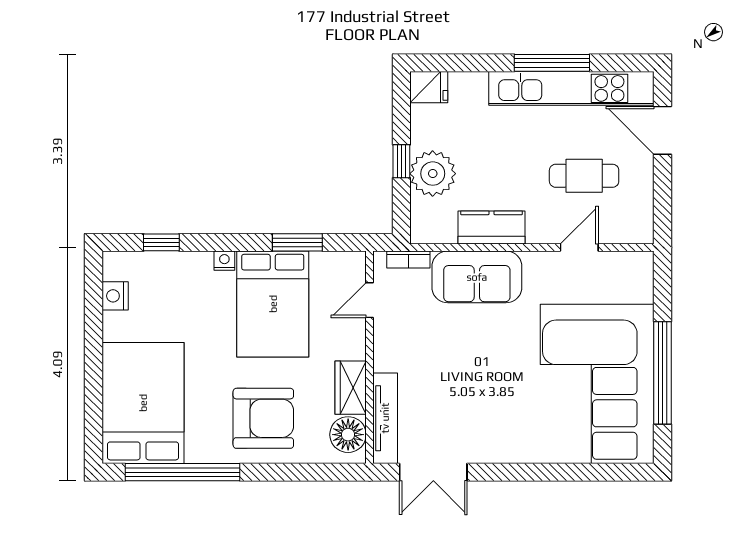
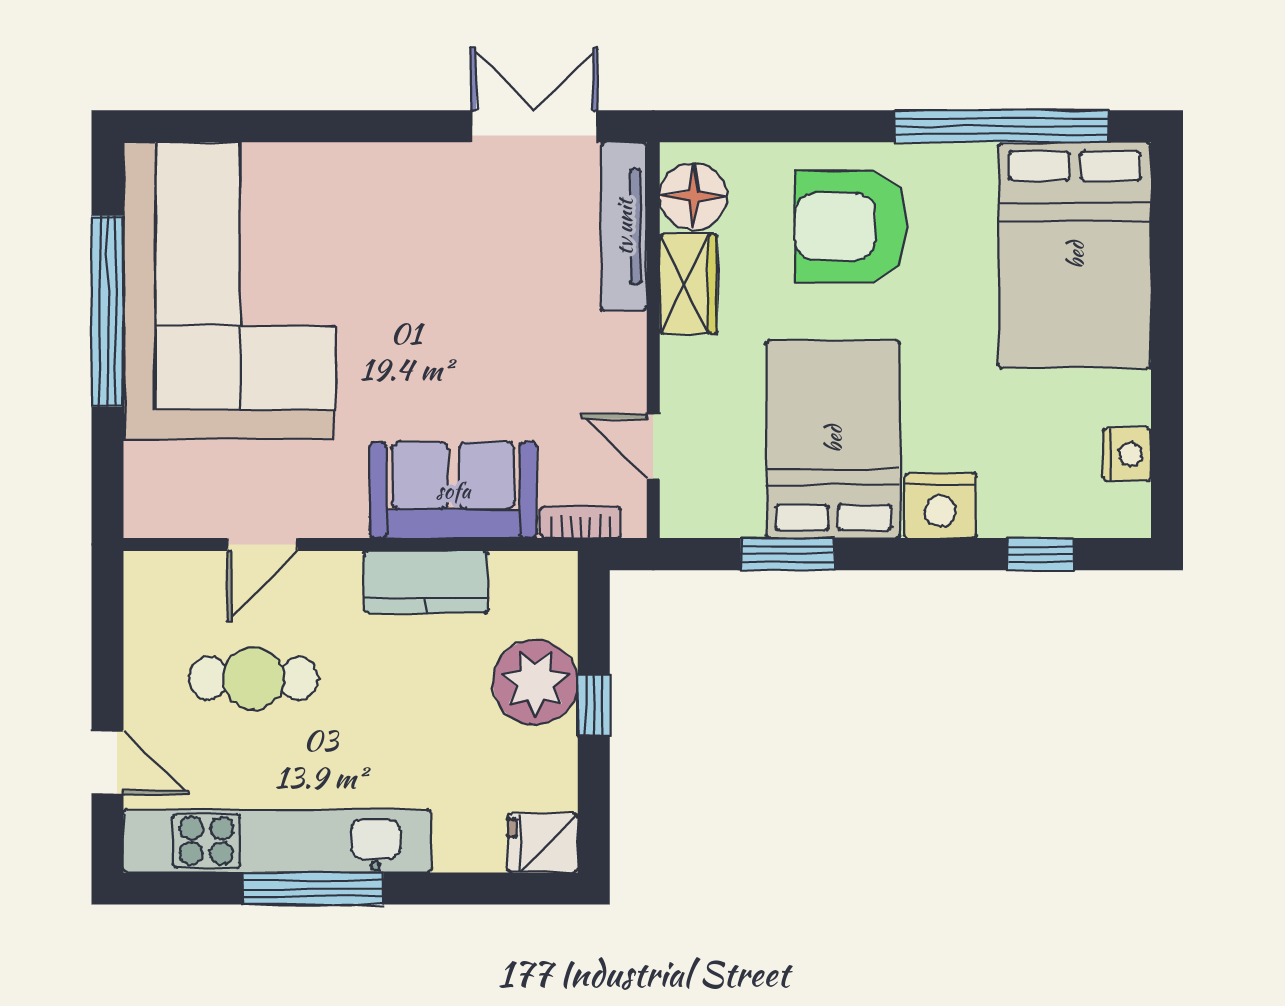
door: (663, 130) -> (108, 763), width x0.73
nightstand: (224, 261) -> (940, 506), width x1.89, depth x1.79
door: (369, 300) -> (653, 447), swing flipped

